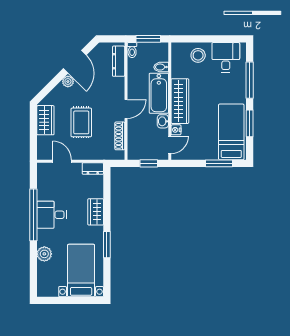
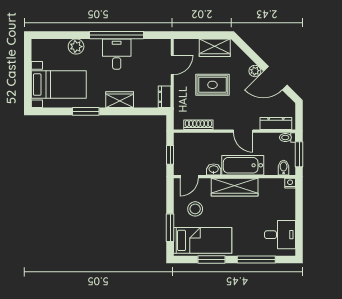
stool: (198, 55) -> (195, 209), moved
bidet: (161, 67) -> (284, 168), moved
door: (126, 109) -> (243, 131), moved
nightstand: (176, 130) -> (290, 183), moved
door: (170, 145) -> (189, 177), hinge flipped

